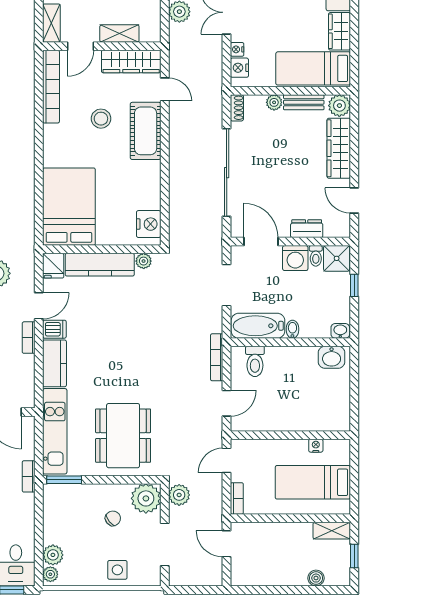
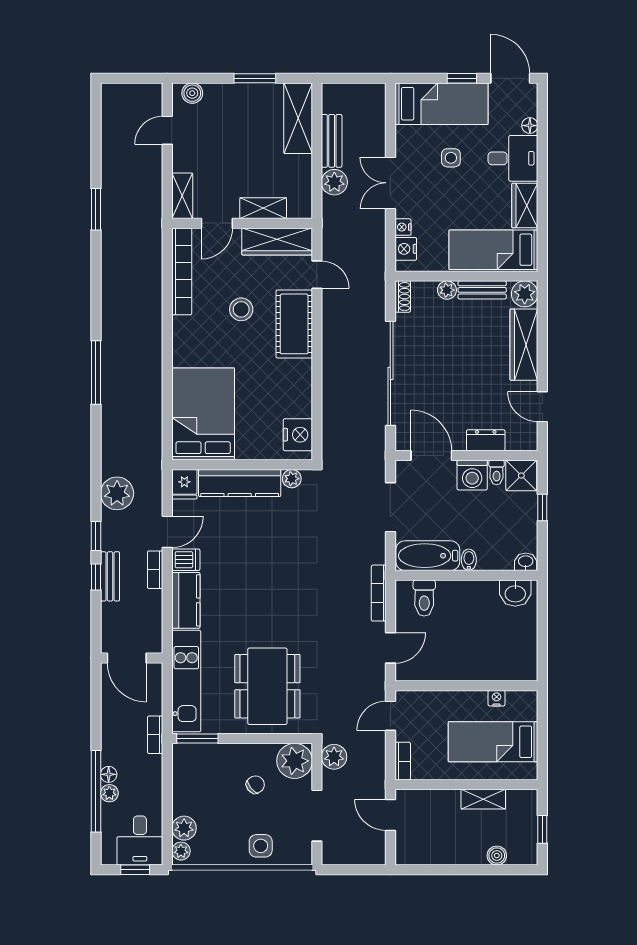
shelving: (332, 531) -> (483, 799), moved

